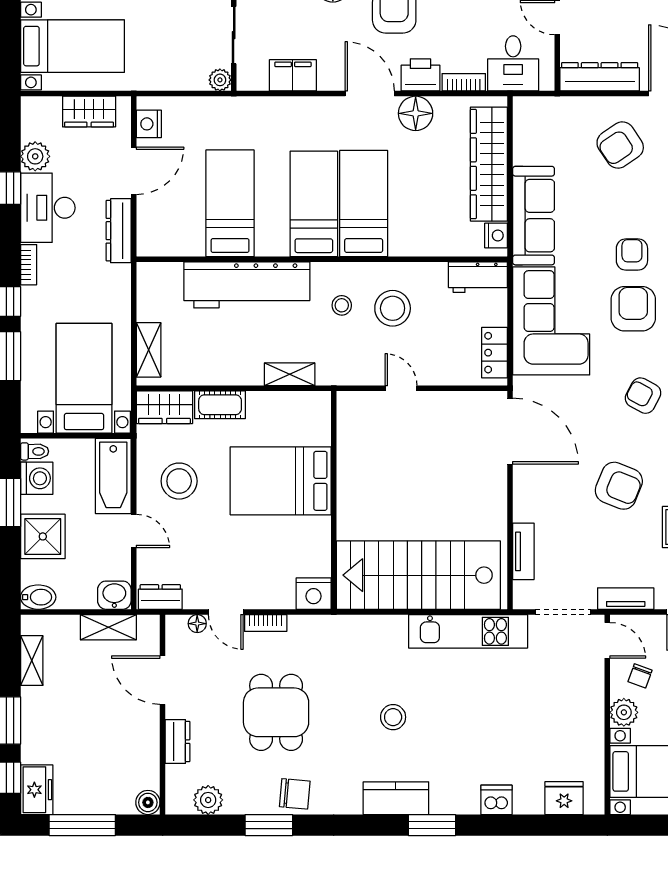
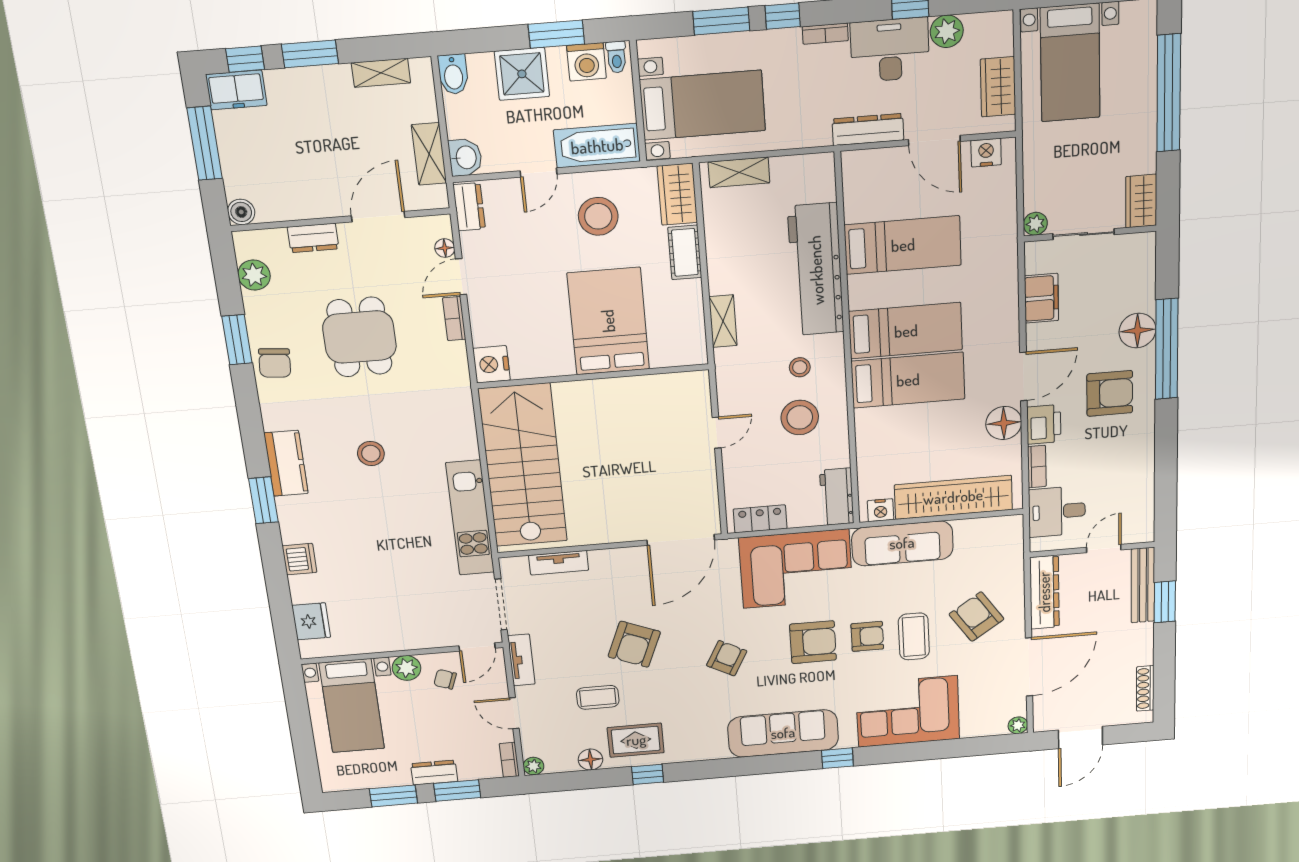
coffee table: (636, 208) -> (914, 636), added
dining table: (276, 712) -> (359, 337), turned 90

